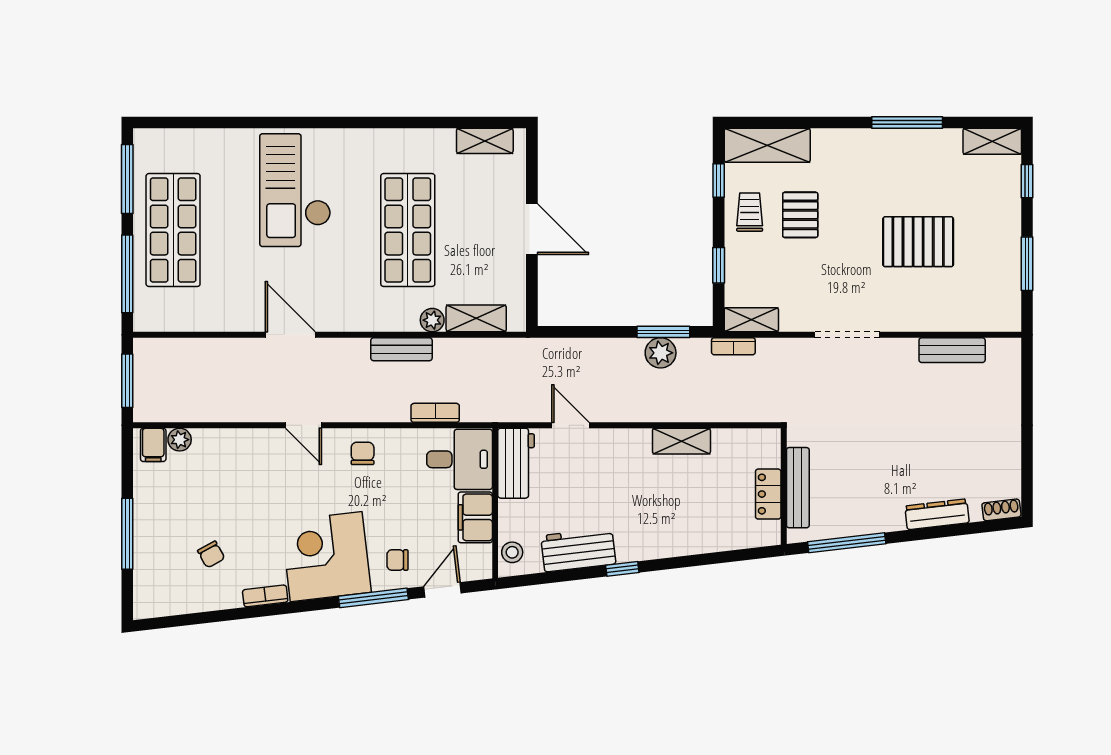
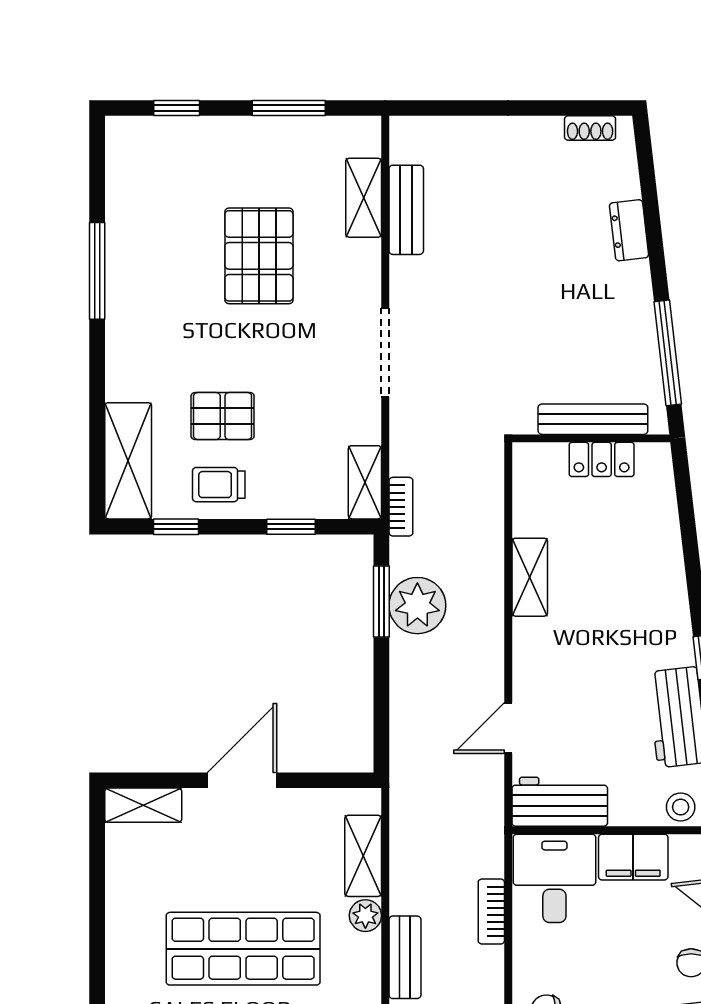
shelving: (485, 141) -> (143, 805), moved, turned 90
shelving: (992, 141) -> (364, 198), moved
plant: (661, 353) -> (417, 606), width x1.36, depth x1.36
shoe rack: (1001, 510) -> (590, 128), moved, turned -83
dresser: (937, 514) -> (629, 230), width x0.70

